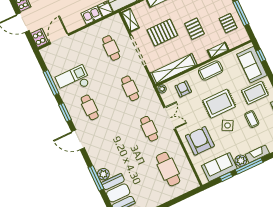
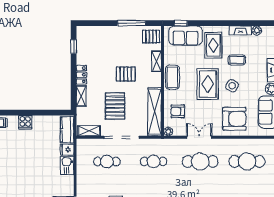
pallet: (228, 23) -> (151, 37), moved
cafe table: (149, 129) -> (200, 161), width x1.37, depth x1.35
armchair: (200, 141) -> (234, 119), turned 180

